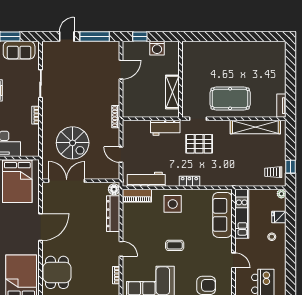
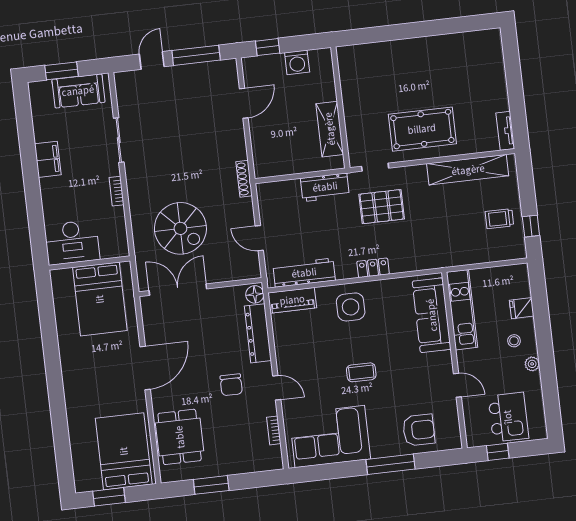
trolley: (273, 172) -> (499, 219), moved
plant: (281, 194) -> (532, 364), moved
chair: (93, 244) -> (231, 385), added

